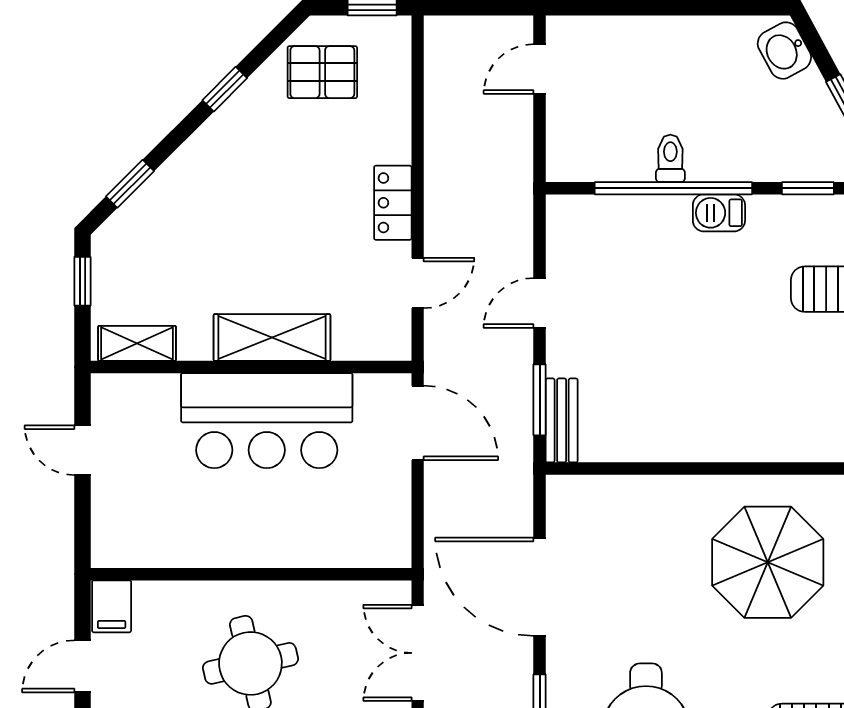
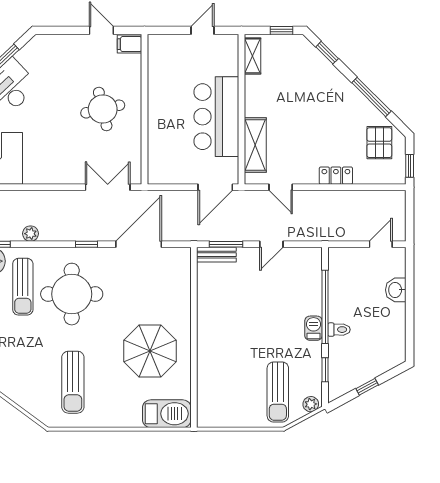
washbasin: (784, 51) -> (396, 290), moved, turned -62
door: (540, 69) -> (381, 244), hinge flipped
window: (225, 89) -> (371, 97), width x2.17
toilet: (670, 158) -> (339, 330), moved
locker: (393, 203) -> (336, 176), moved
door: (540, 303) -> (271, 244), swing flipped
shelving: (272, 337) -> (255, 145), moved

